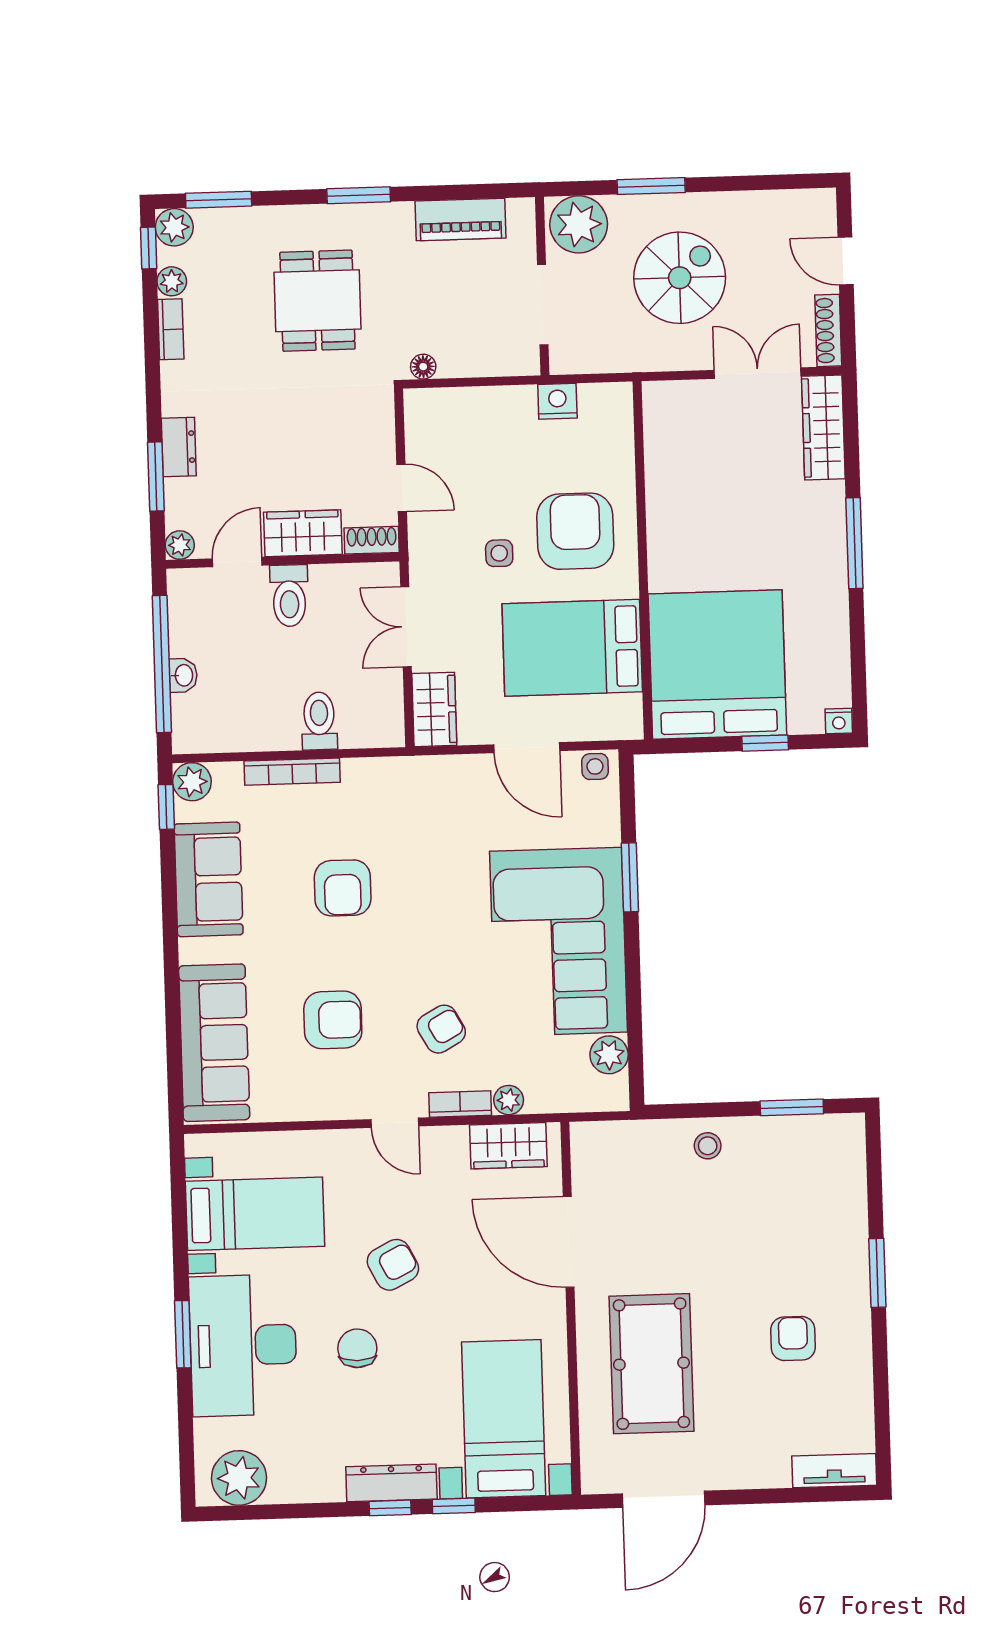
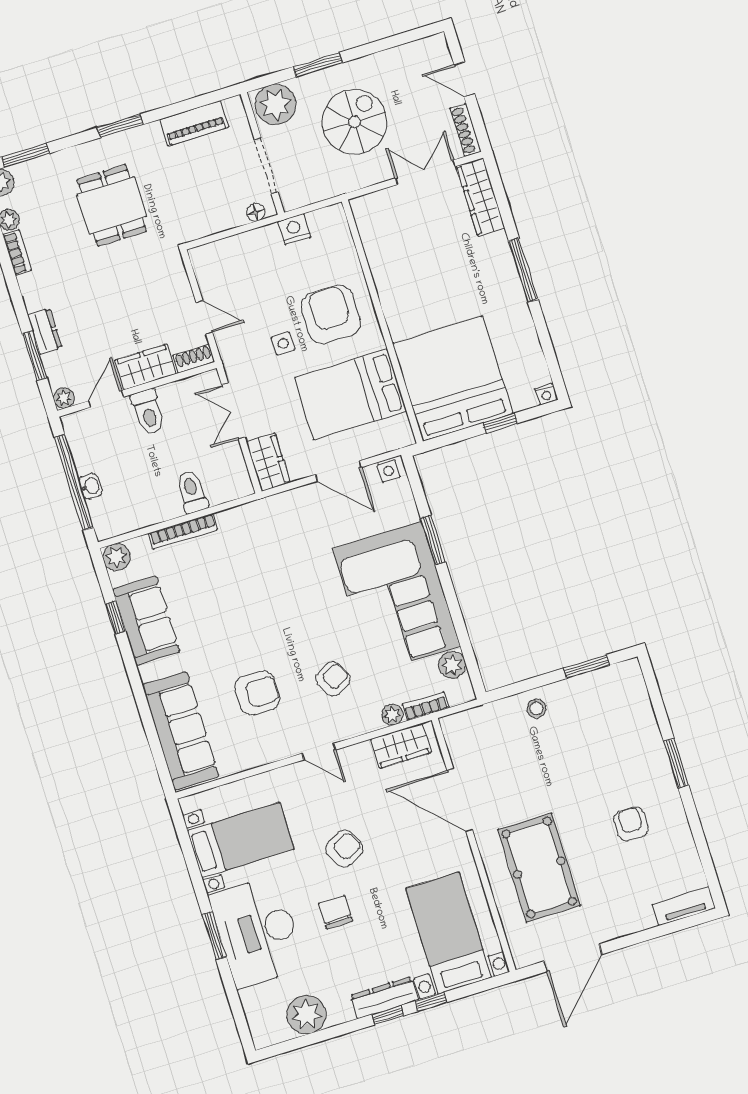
floor lamp: (423, 367) -> (256, 212), moved
window: (166, 807) -> (116, 618), moved
armchair: (343, 888) -> (239, 601), removed
bookcase: (460, 1104) -> (426, 706), moved
plant: (239, 1478) -> (306, 1015), moved

